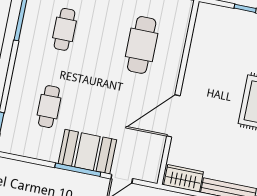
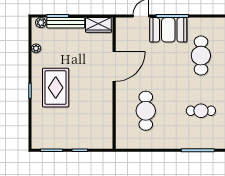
cafe table: (65, 29) -> (201, 111), turned 90
cafe table: (49, 107) -> (201, 56), width x1.37, depth x1.35

